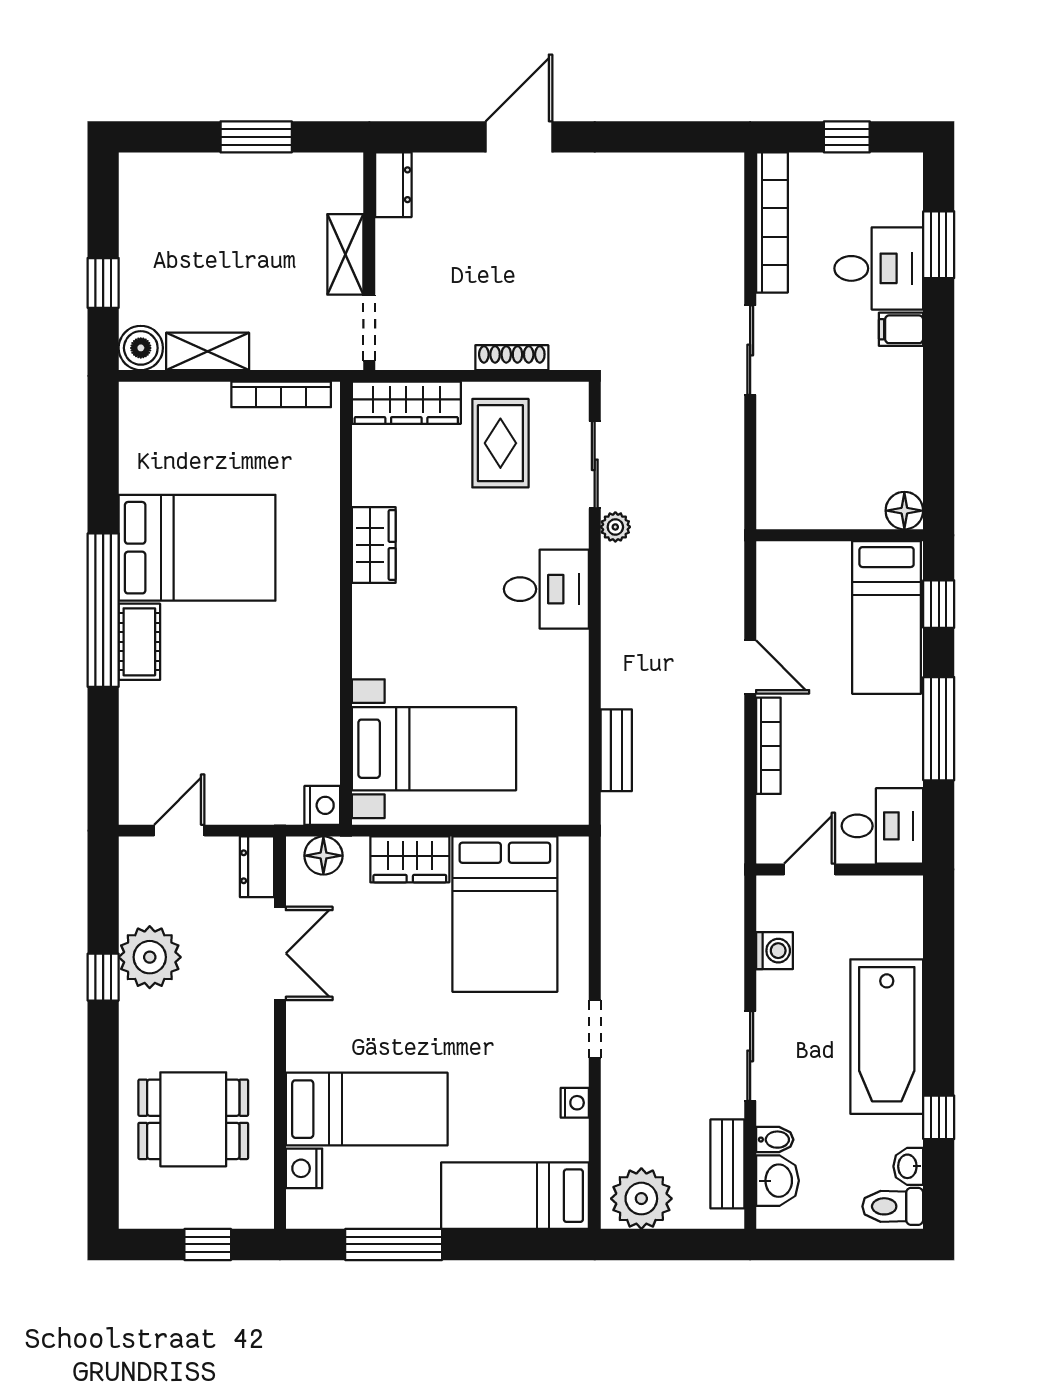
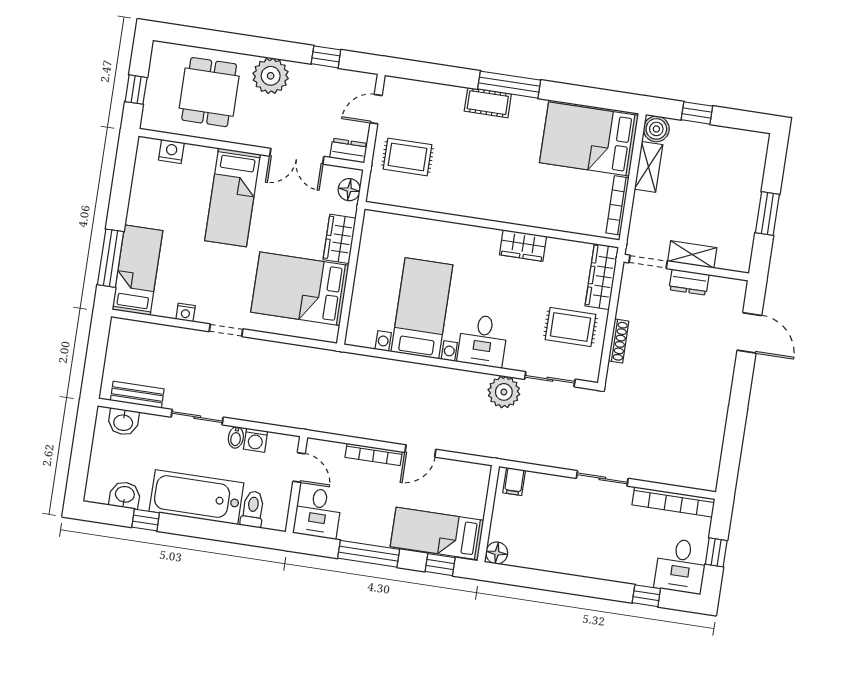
door: (519, 137) -> (749, 333), moved
dresser: (393, 185) -> (689, 282), moved
window: (939, 245) -> (646, 596), width x0.67
desk: (879, 268) -> (681, 566), moved
filing cabinet: (901, 329) -> (514, 481), moved, turned 180
plant: (615, 527) -> (504, 392), width x1.87, depth x1.87
bed: (197, 548) -> (589, 139), moved, turned 90
window: (103, 610) -> (509, 85), width x0.68
bed with nightstands: (434, 749) -> (422, 308), moved, turned 180
bench: (616, 750) -> (384, 367), removed
rug: (253, 765) -> (408, 157), added
nightstand: (322, 805) -> (378, 193), removed
door: (179, 831) -> (376, 109), swing flipped
plant: (150, 957) -> (271, 76), moved
window: (103, 977) -> (326, 57), moved
bed: (367, 1109) -> (233, 197), moved
bidet: (775, 1140) -> (236, 437), moved
washbasin: (908, 1166) -> (125, 495), width x1.38, depth x1.45
plant: (641, 1199) -> (125, 342), removed
toilet: (893, 1206) -> (253, 509), moved
window: (394, 1244) -> (111, 258), moved

